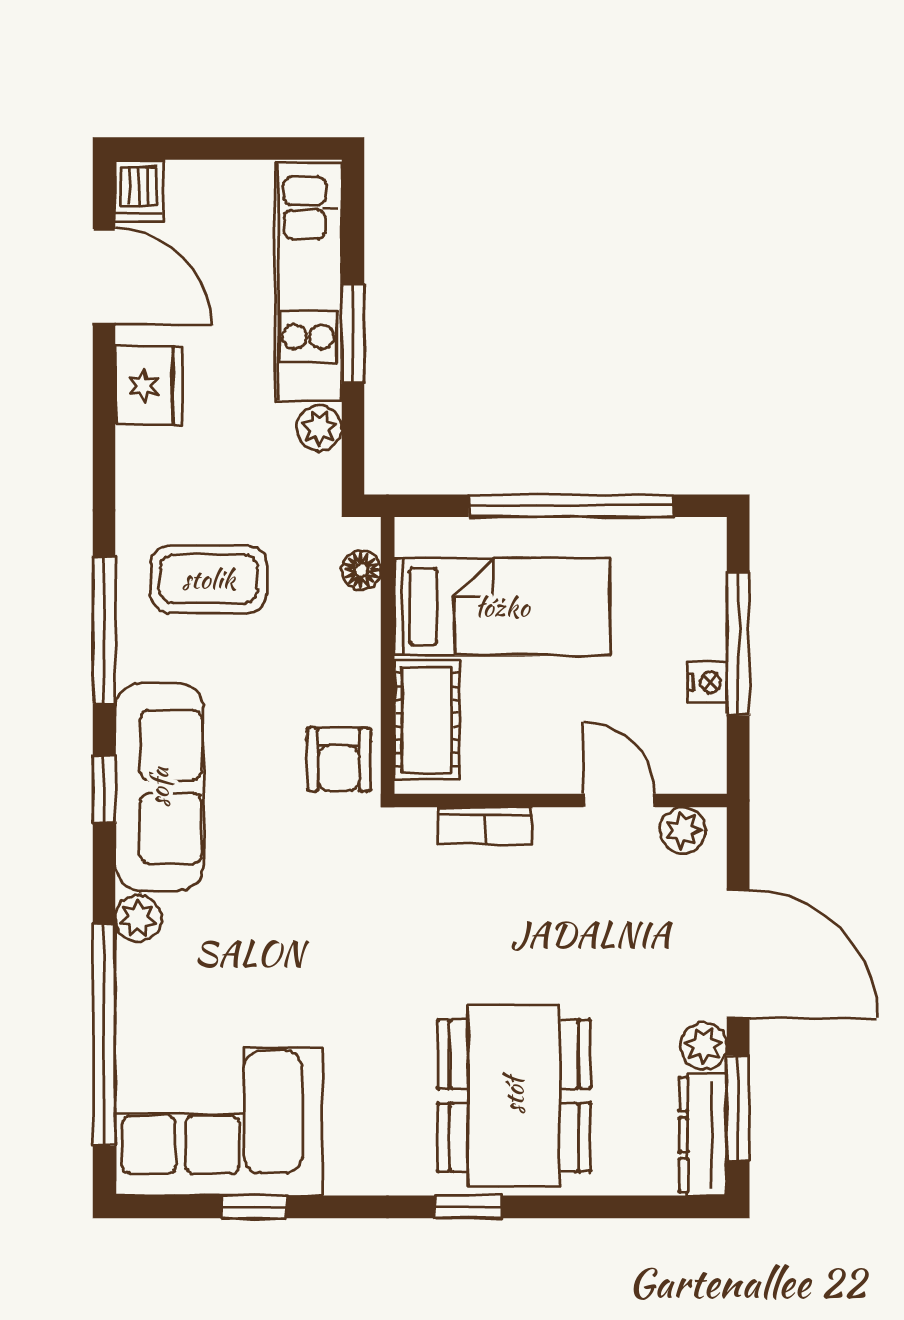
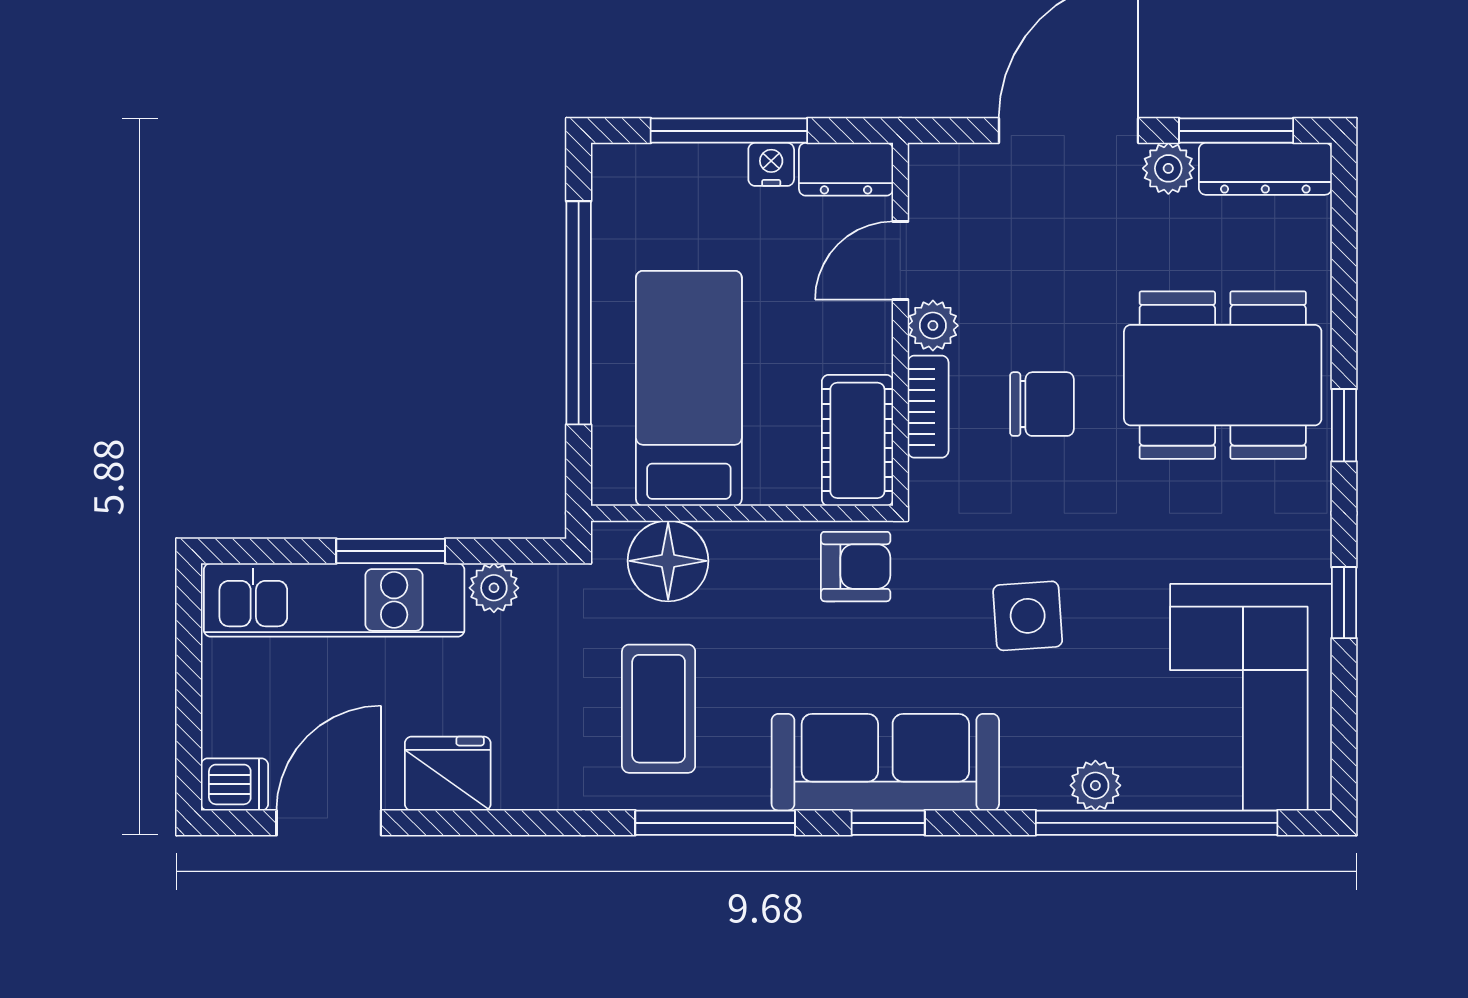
floor lamp: (361, 570) -> (668, 561), width x1.89, depth x1.89
cot: (427, 720) -> (857, 440), moved, turned 90
dresser: (703, 751) -> (846, 169), added
plant: (683, 830) -> (933, 326), moved
side table: (294, 917) -> (1028, 616), added
plant: (138, 918) -> (1095, 785), moved
chair: (488, 930) -> (1042, 404), added
window: (254, 1207) -> (1344, 603), moved

